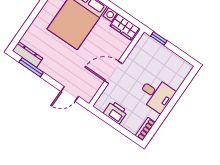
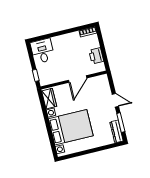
door: (113, 72) -> (78, 79), hinge flipped
door: (70, 94) -> (115, 100), moved
desk: (156, 95) -> (43, 51), moved

